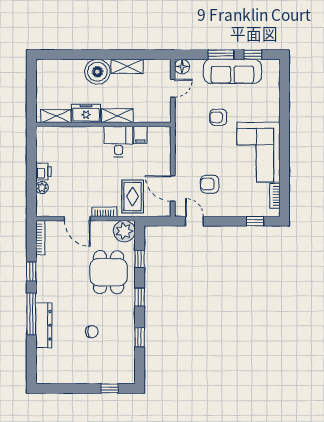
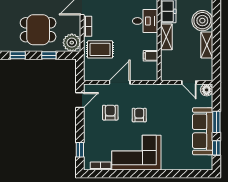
armchair: (218, 117) -> (139, 115), moved
desk: (118, 142) -> (145, 21), moved
door: (173, 188) -> (120, 82), moved

